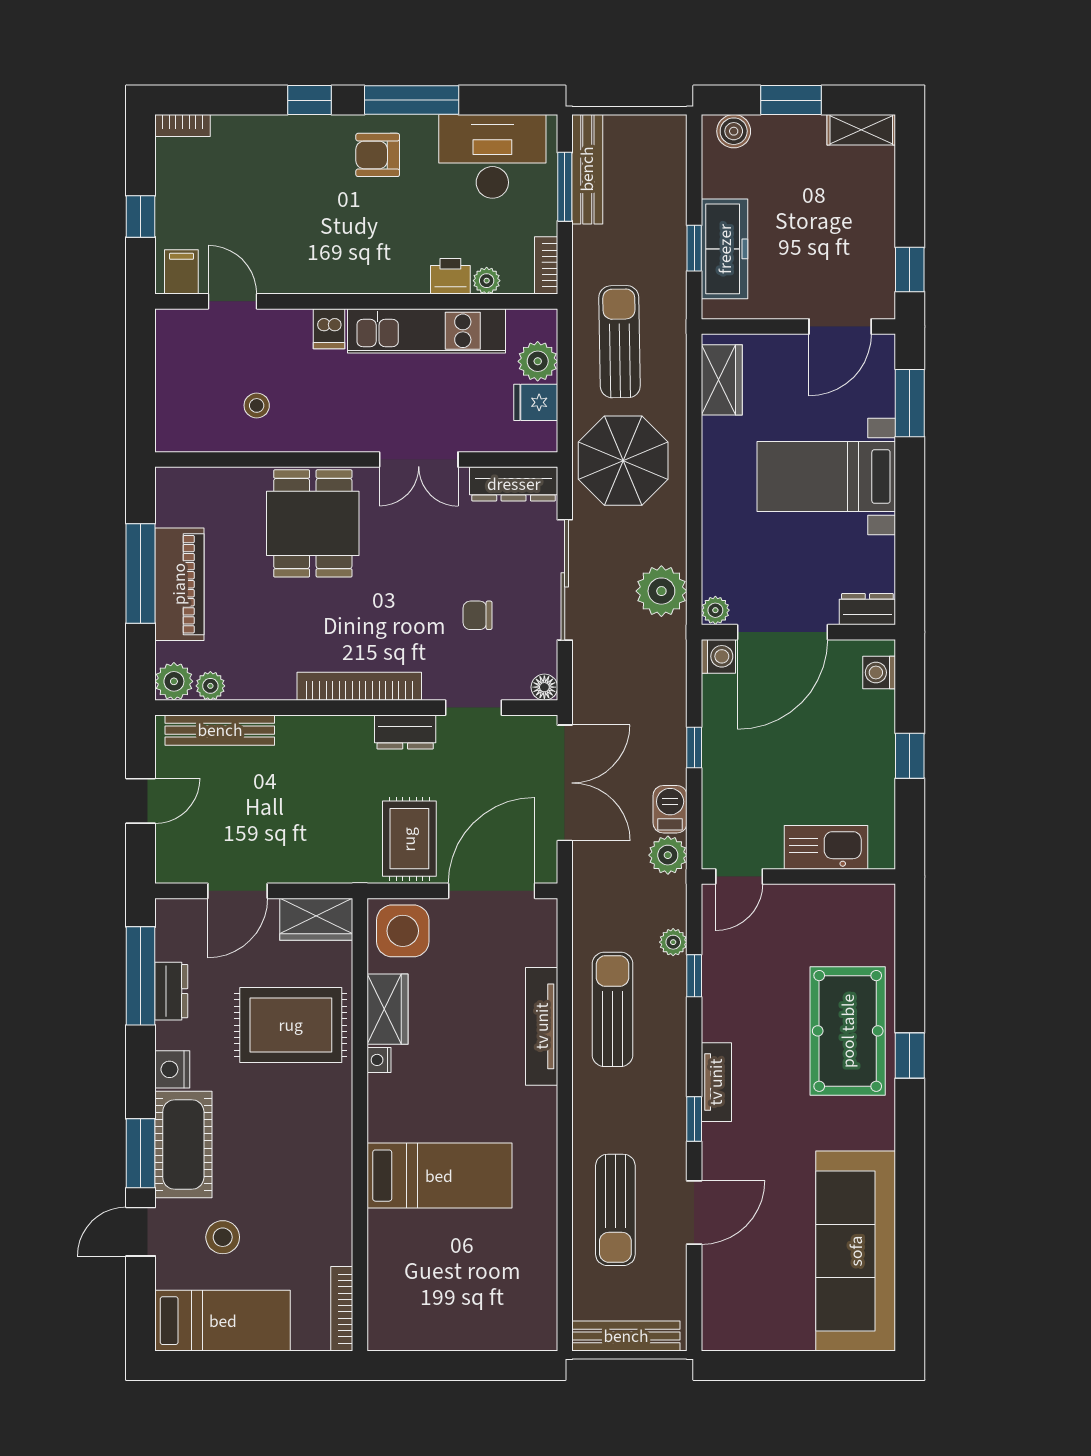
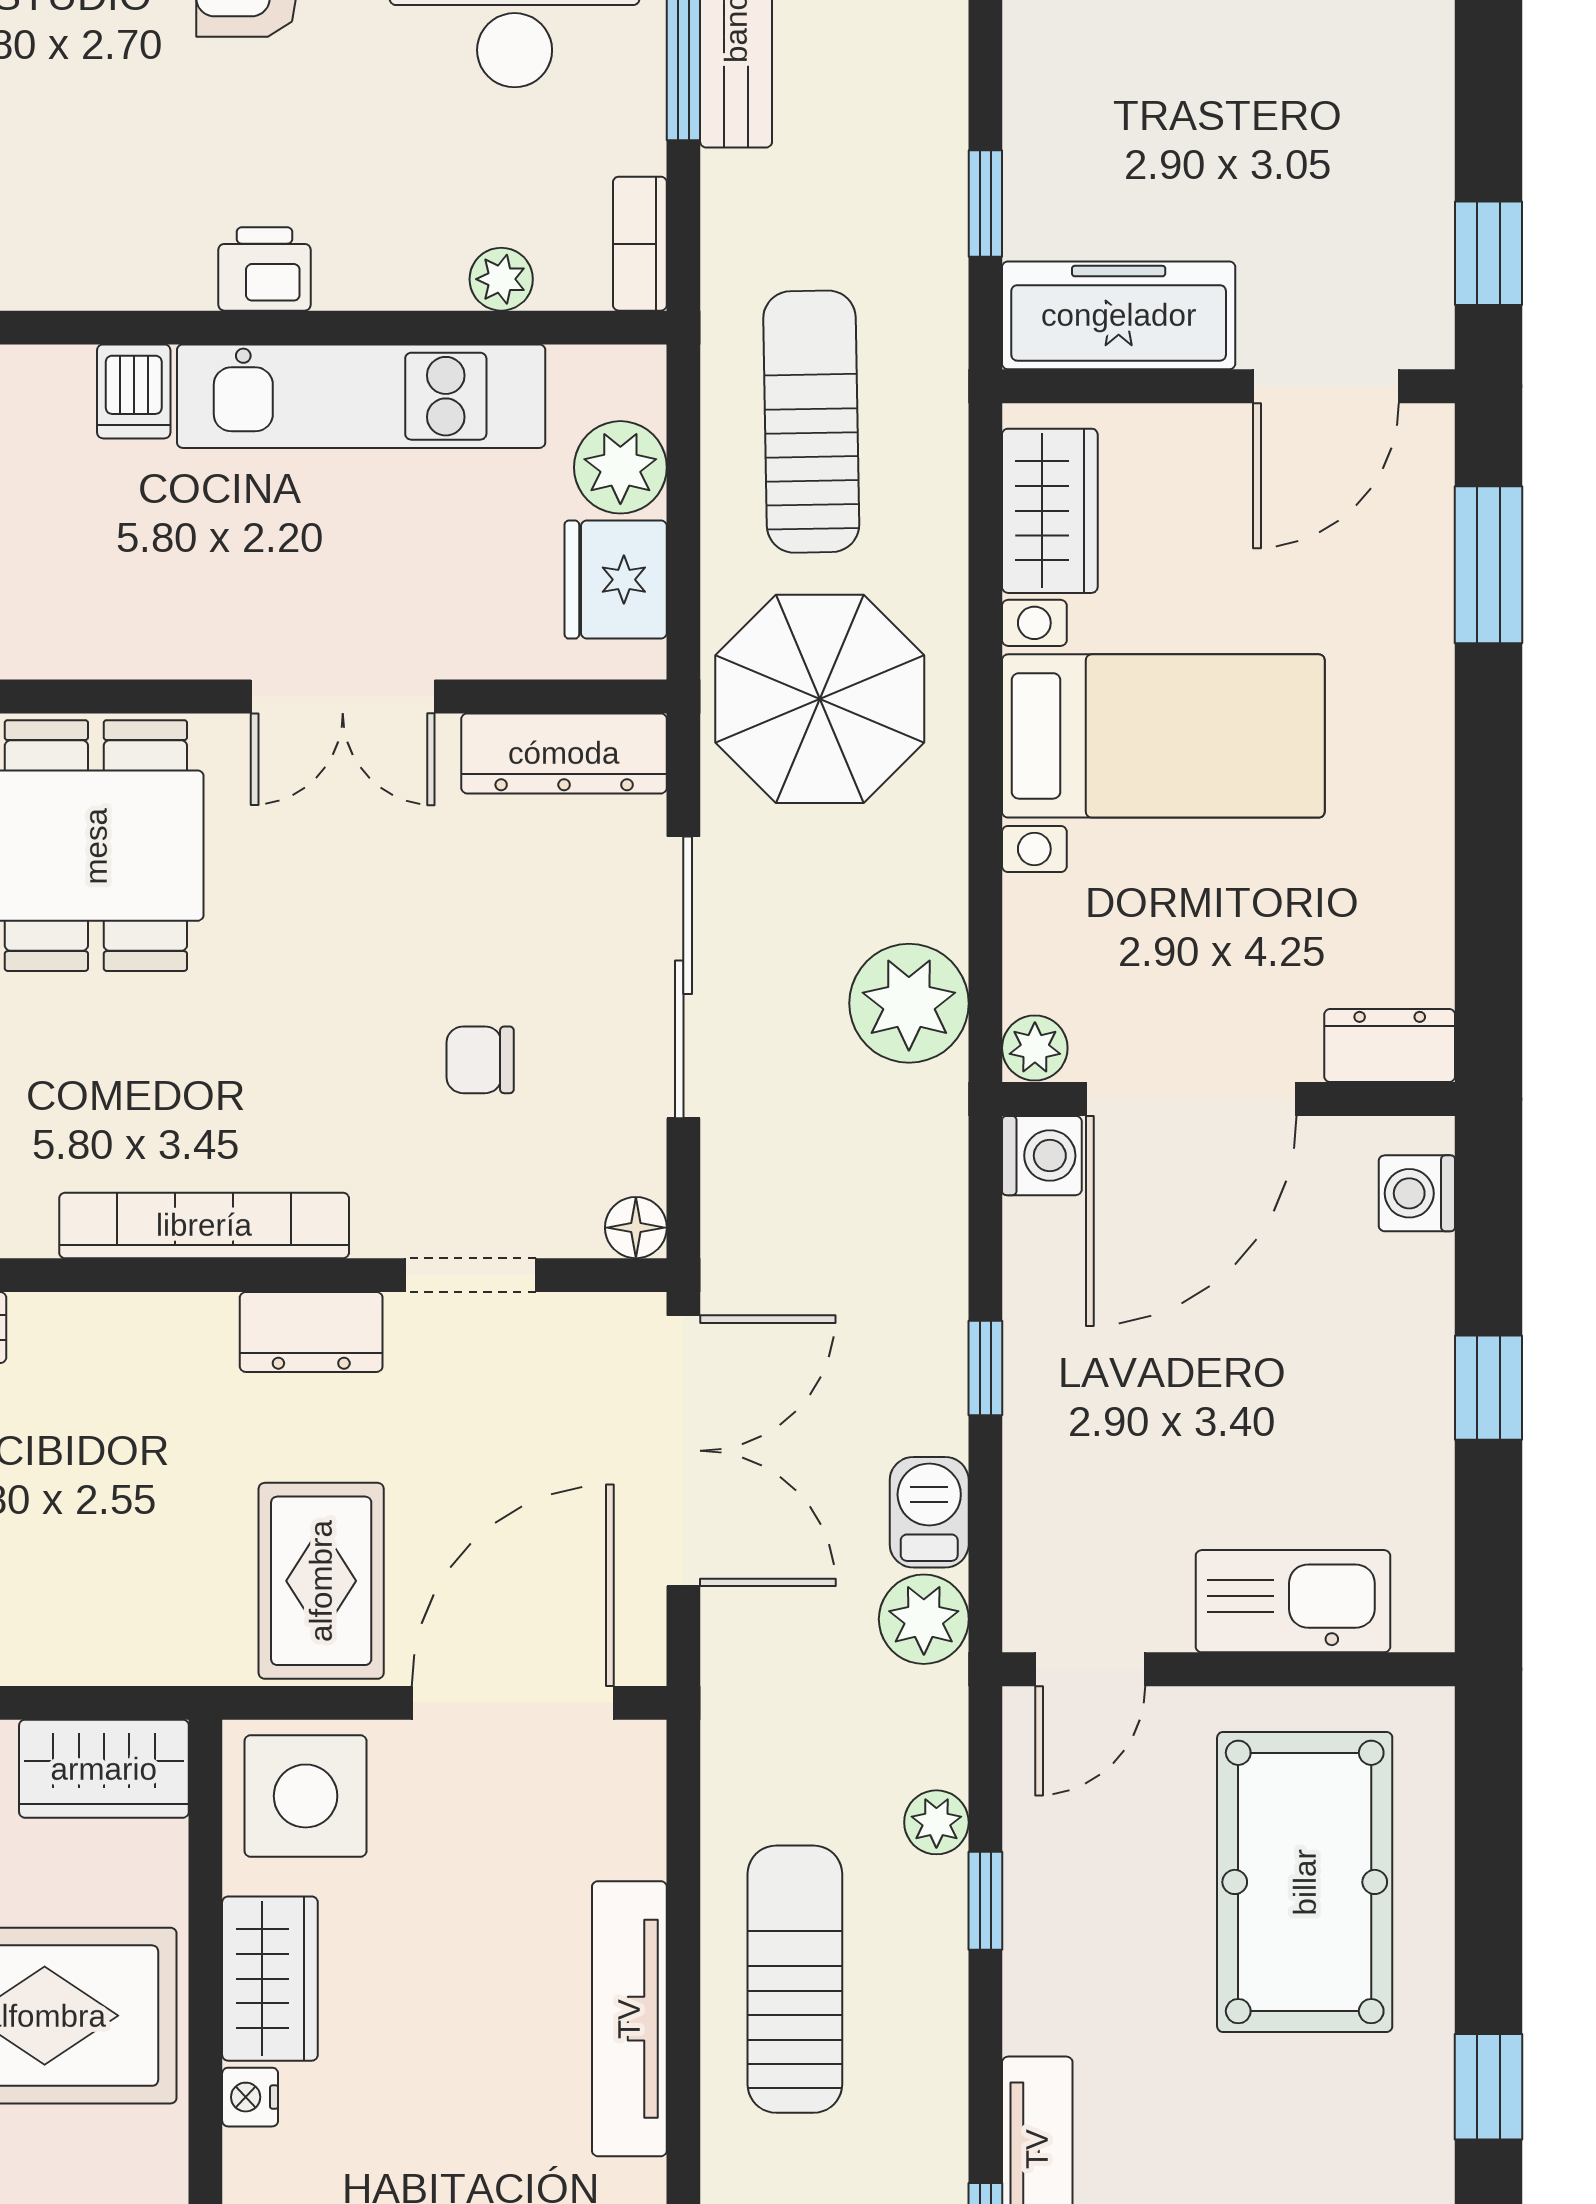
freezer: (725, 249) -> (1119, 315), moved, turned -90
printer: (450, 276) -> (265, 269), moved
fridge: (536, 402) -> (616, 580), width x1.38
bed with nightstands: (826, 477) -> (1163, 736), moved, turned 180
pool table: (848, 1031) -> (1305, 1882), moved

